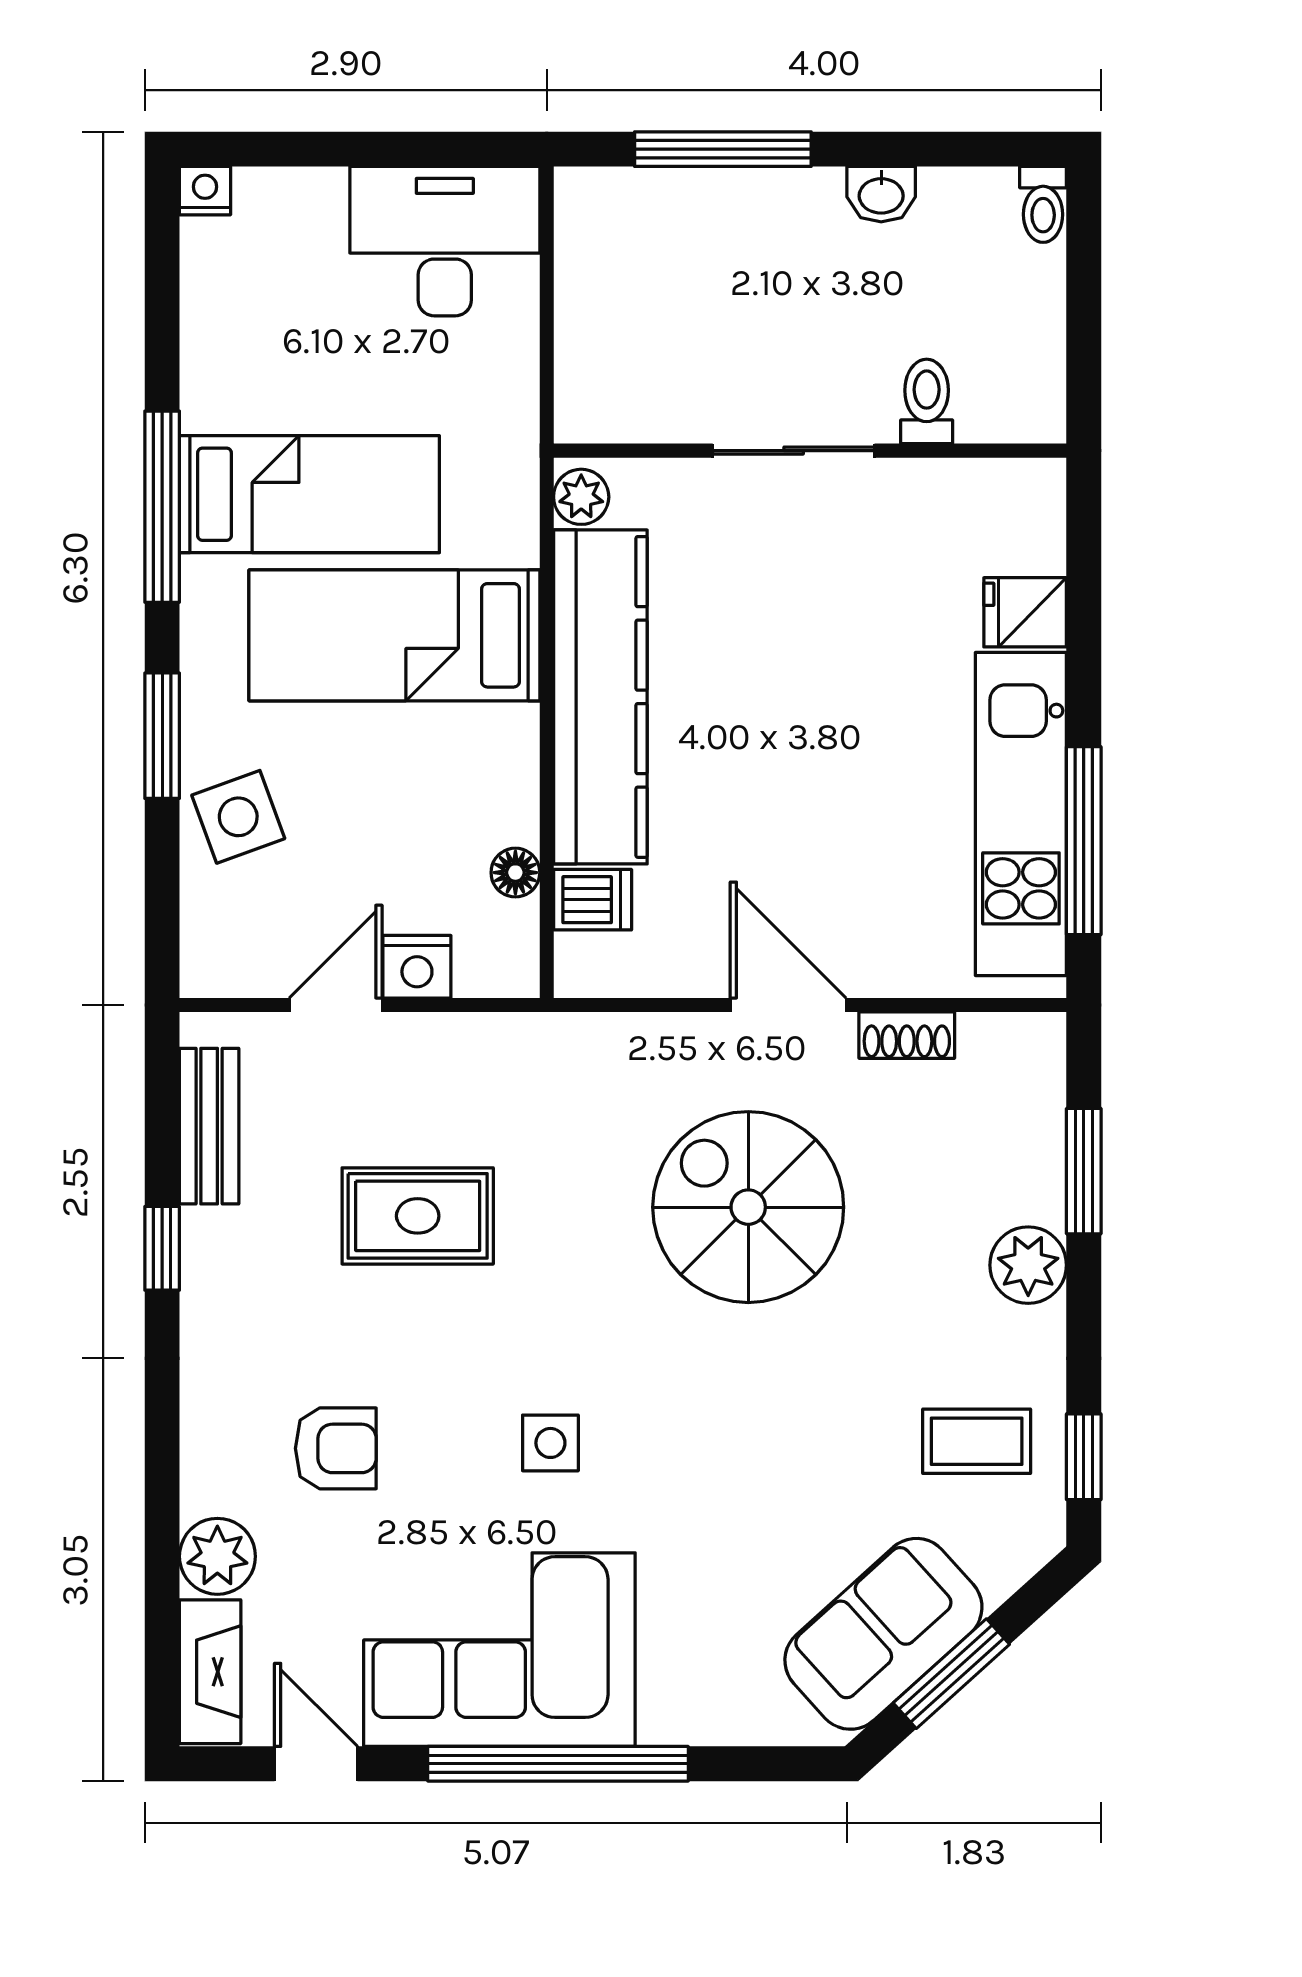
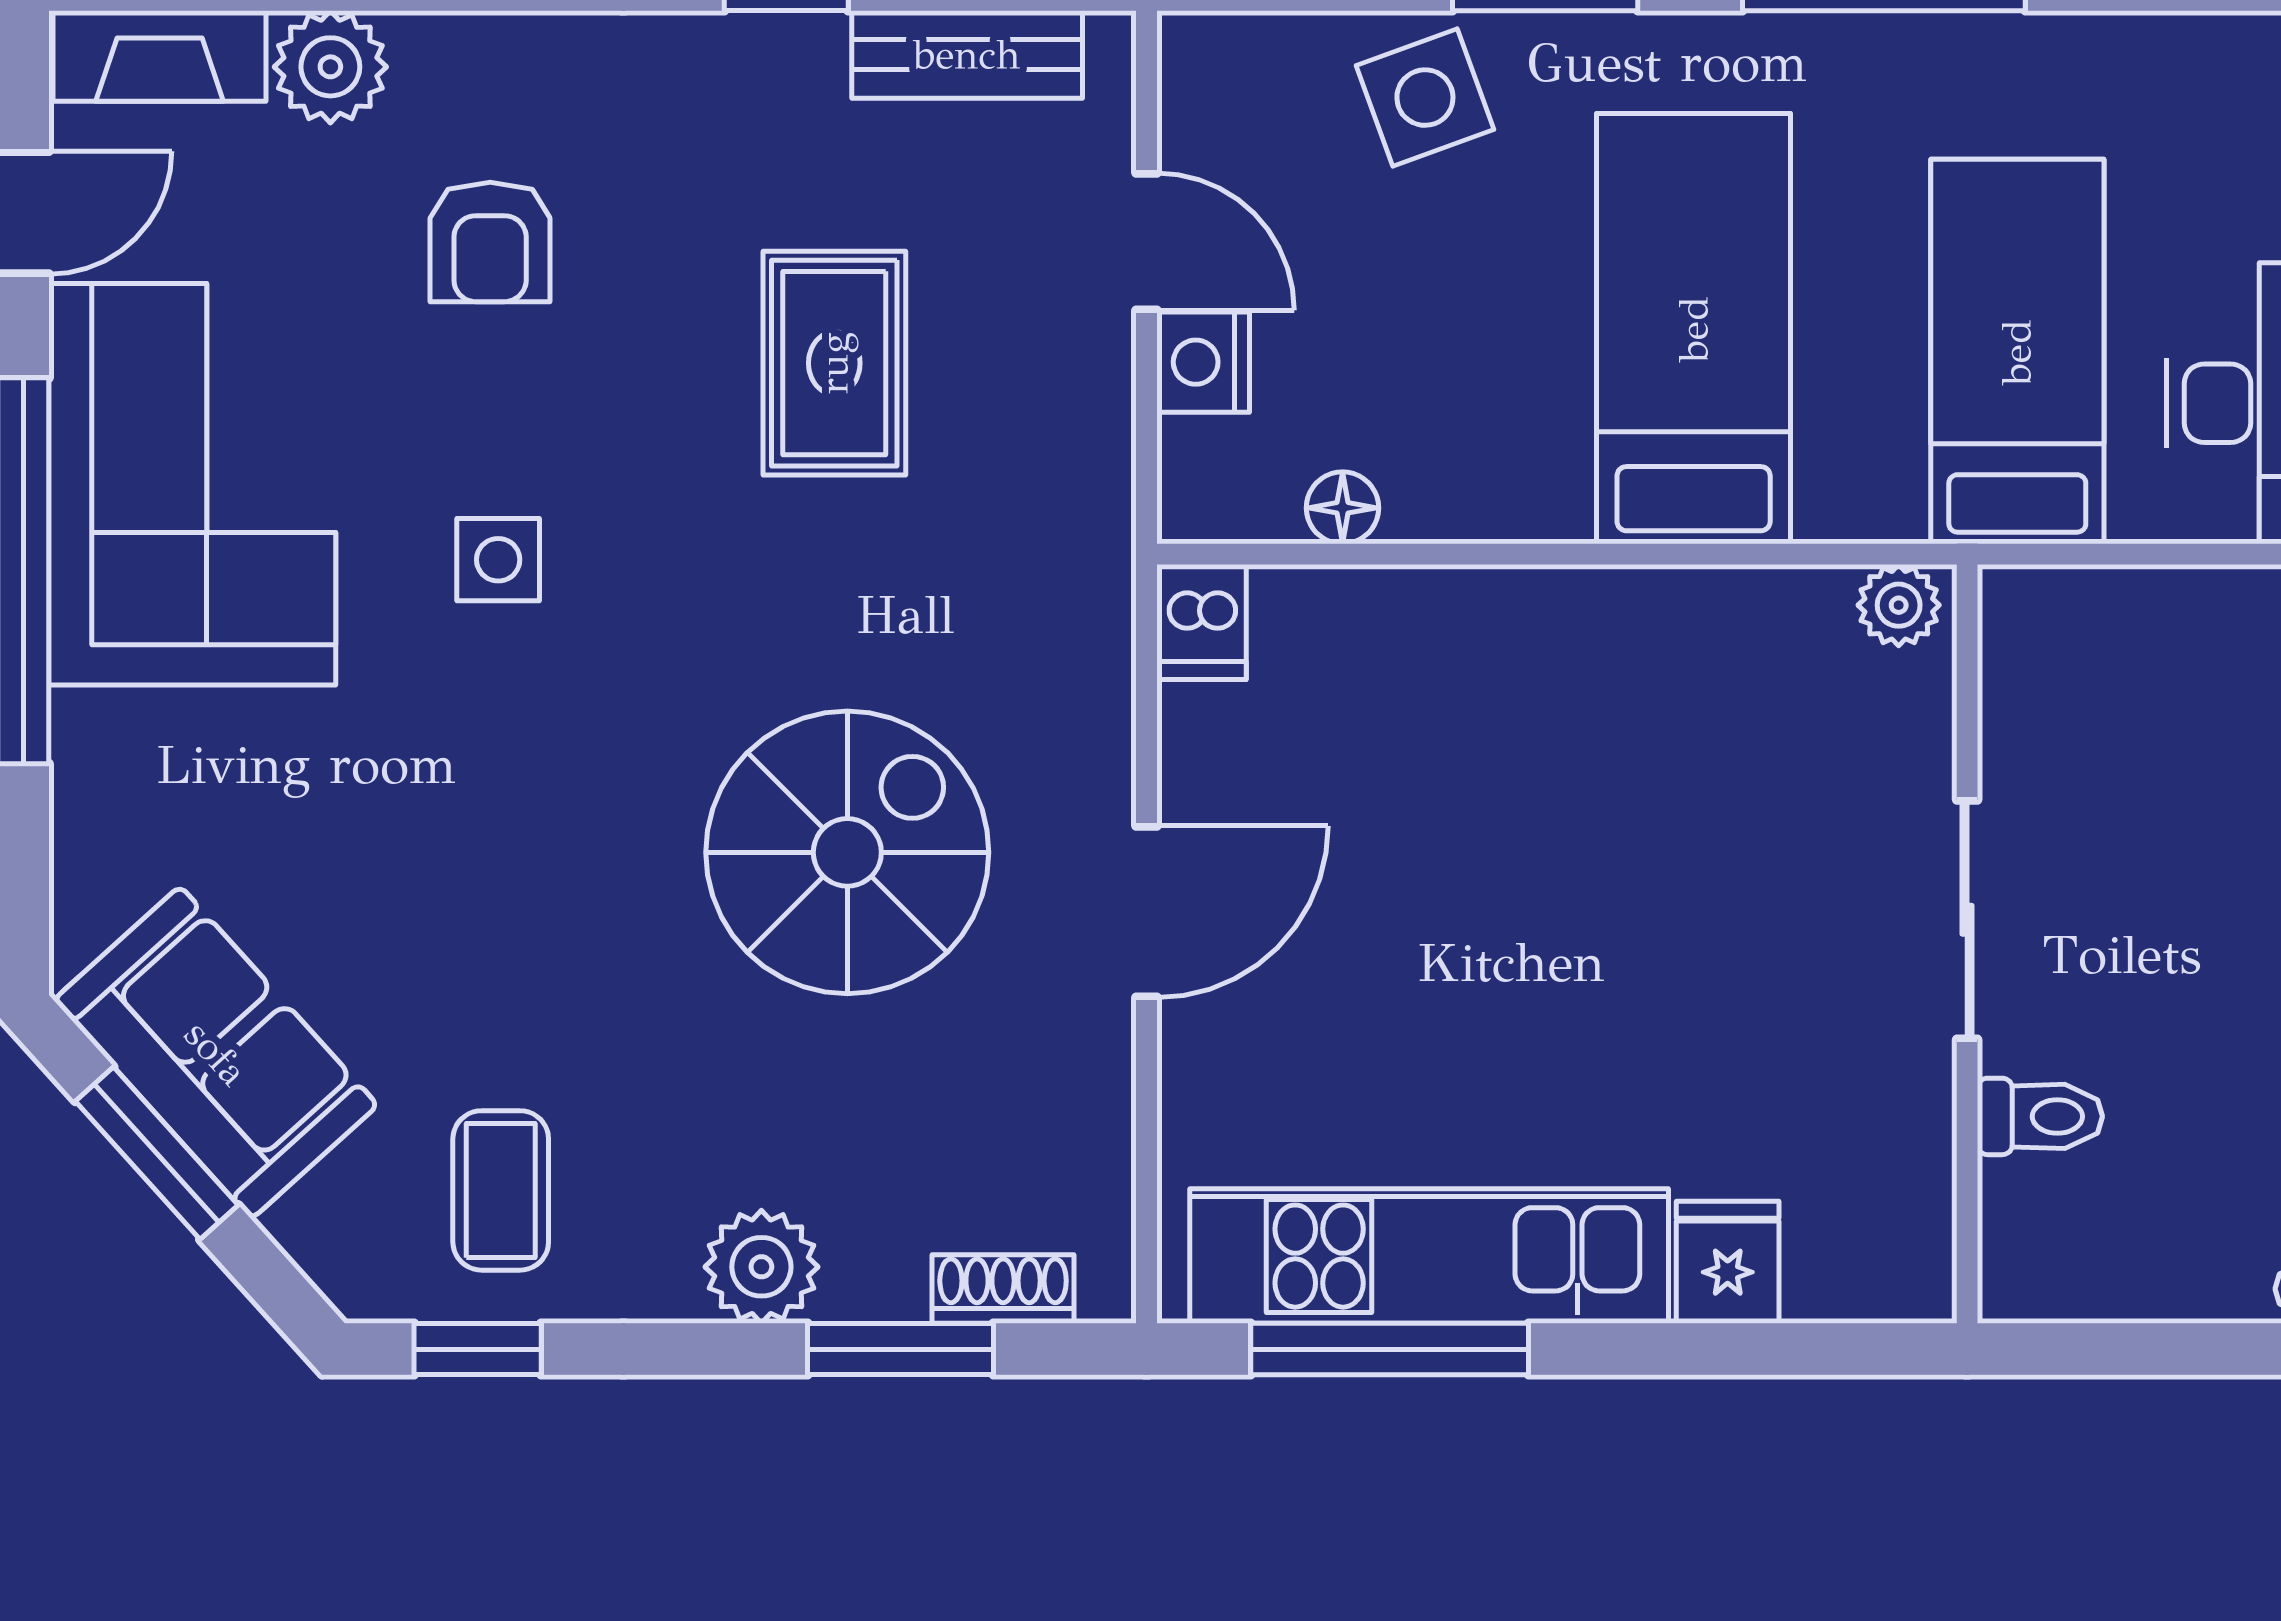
bed: (309, 494) -> (2017, 352), moved, turned 180
kitchen counter: (600, 697) -> (1602, 634), removed
dishwasher: (593, 900) -> (1201, 622), moved
shoe rack: (907, 1035) -> (1003, 1289), moved, turned 90

